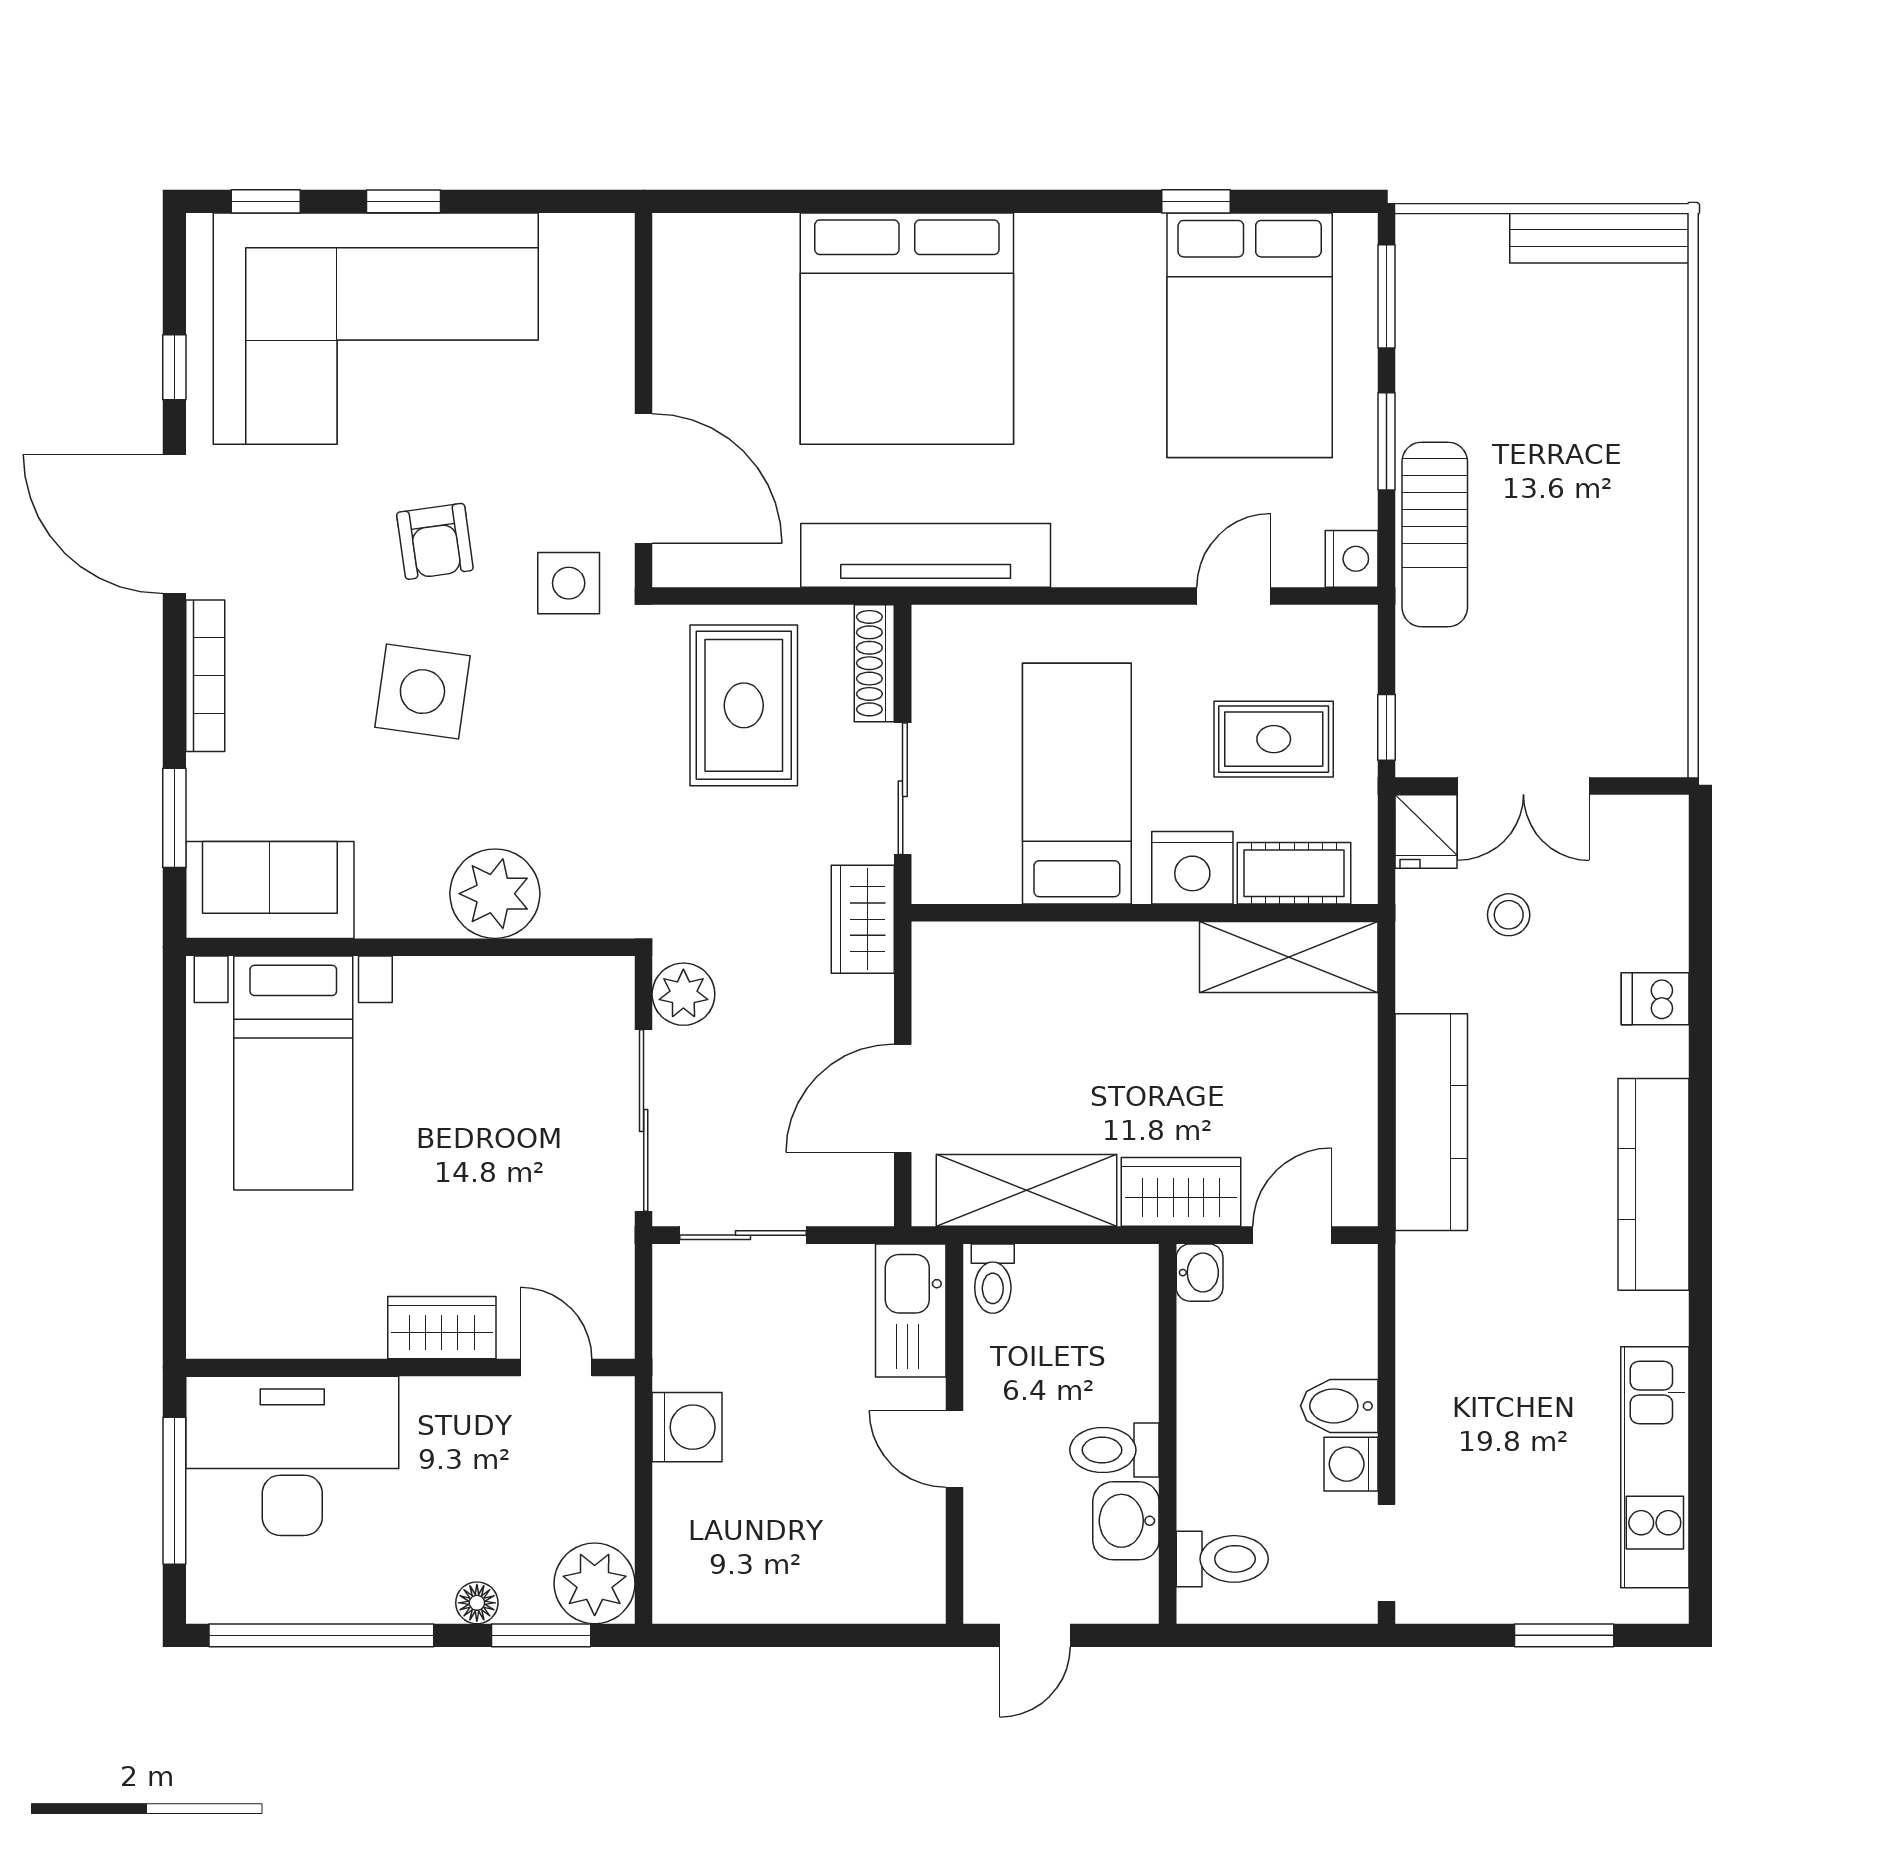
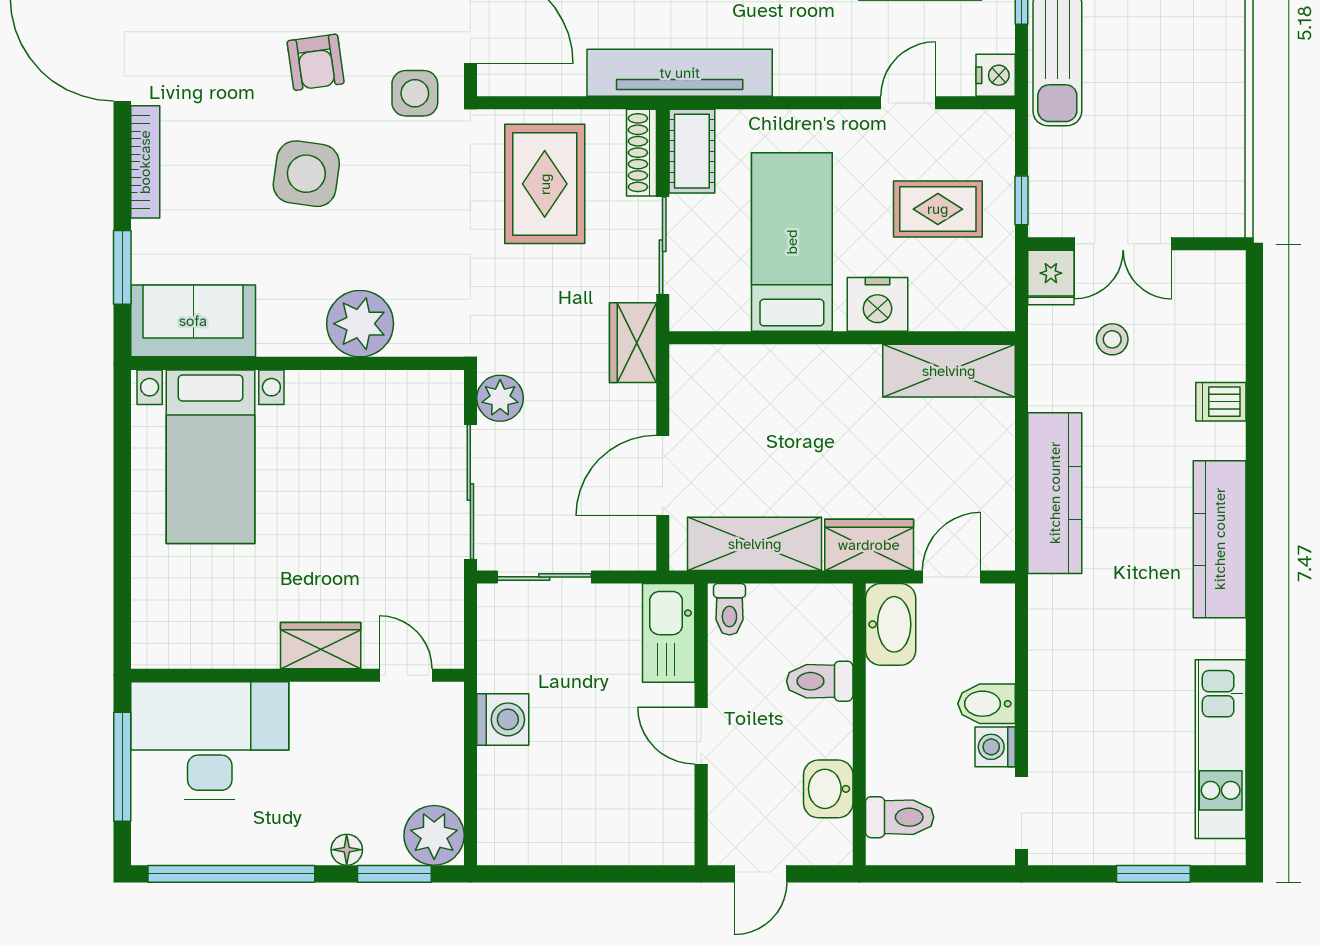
cot: (1294, 873) -> (692, 151), moved, turned 90
washbasin: (1200, 1273) -> (891, 624), width x1.91, depth x1.45
toilet: (1114, 1450) -> (820, 681), moved

